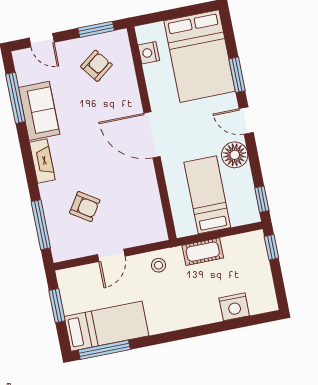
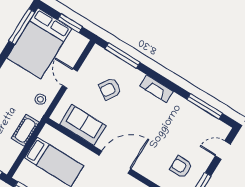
armchair: (96, 66) -> (181, 167), turned 127
sofa: (39, 111) -> (83, 125), moved, turned 180
bed: (107, 326) -> (39, 43), width x1.50

